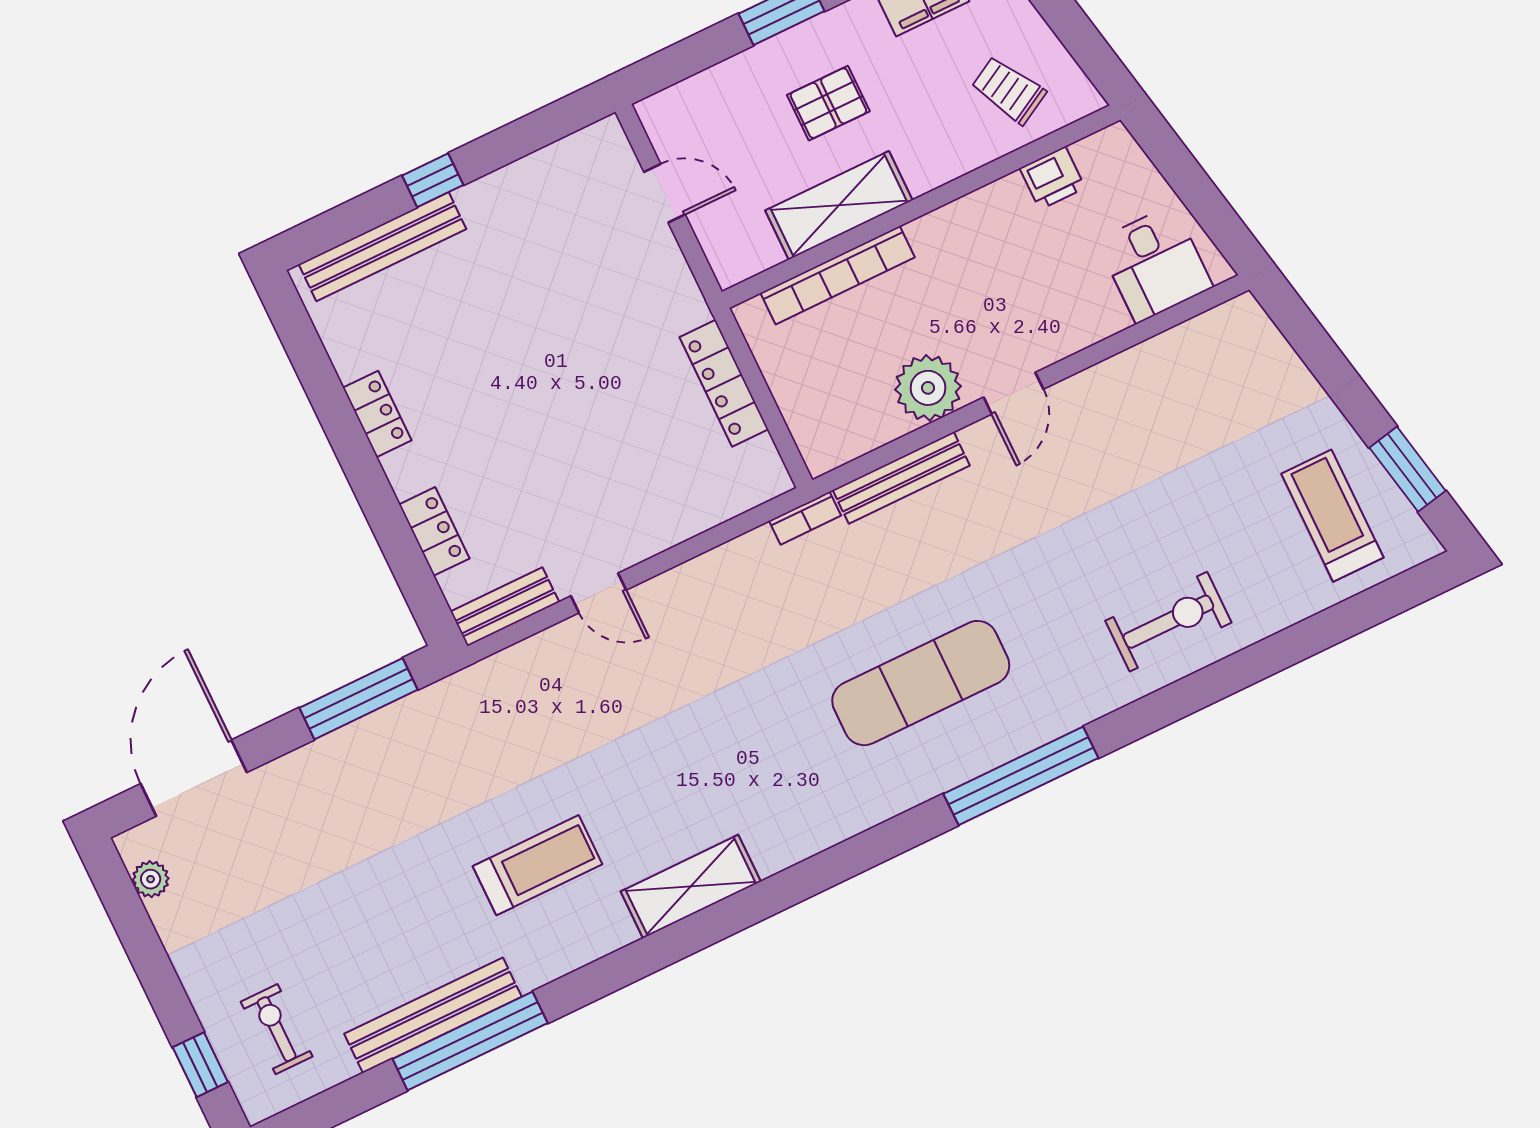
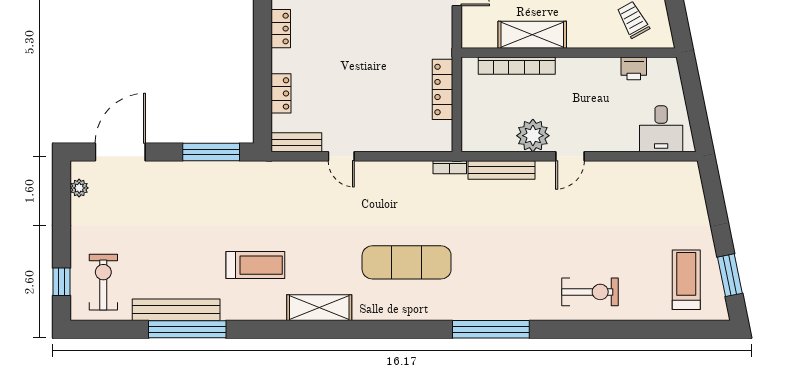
exercise mat: (921, 683) -> (407, 262), moved
exercise bike: (277, 1029) -> (103, 282), width x1.38, depth x1.39

